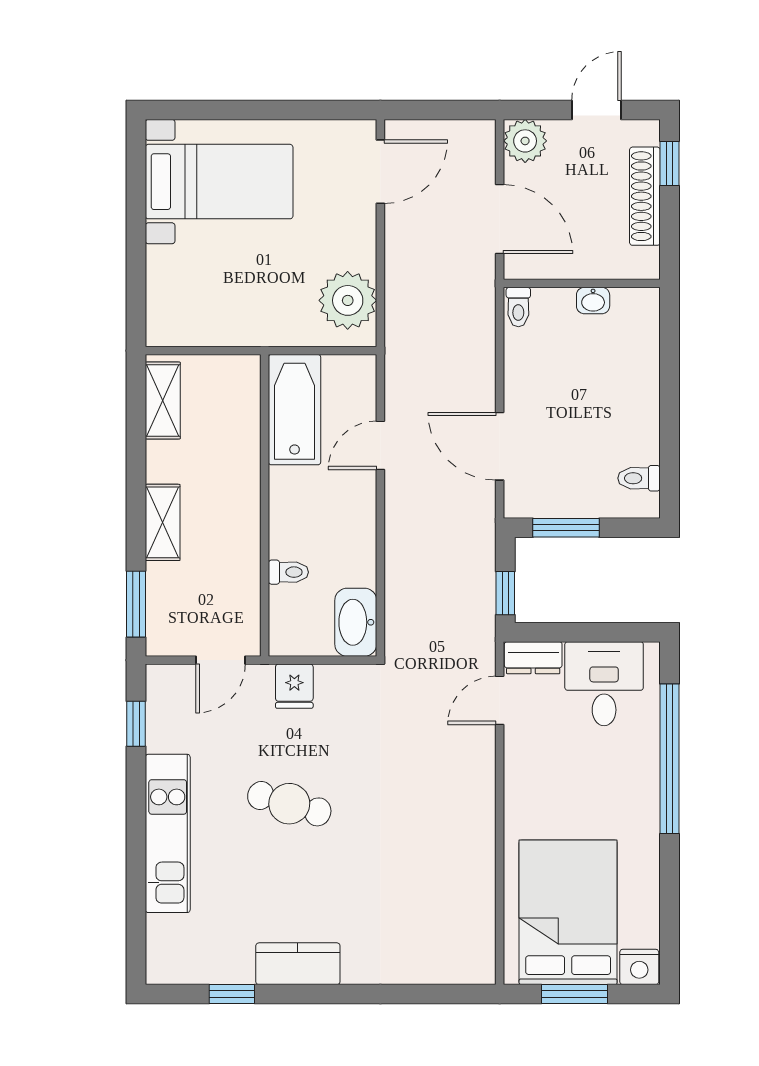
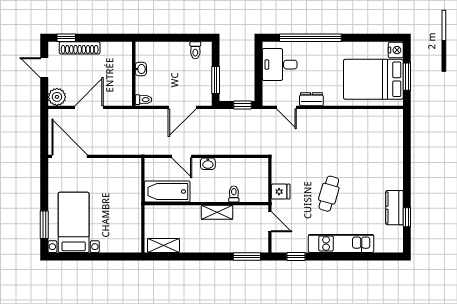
window: (213, 110) -> (44, 225), added
door: (380, 172) -> (70, 156), width x1.36
wall: (582, 283) -> (134, 74), moved
plant: (348, 300) -> (122, 170), removed
washbasin: (593, 301) -> (141, 69), moved
toilet: (518, 307) -> (143, 100), moved
shelving: (163, 522) -> (217, 212), moved
washbasin: (356, 622) -> (208, 164), moved, width x0.52, depth x0.69
dresser: (533, 658) -> (311, 99), moved, turned -90
kitchen counter: (298, 964) -> (394, 208), moved

